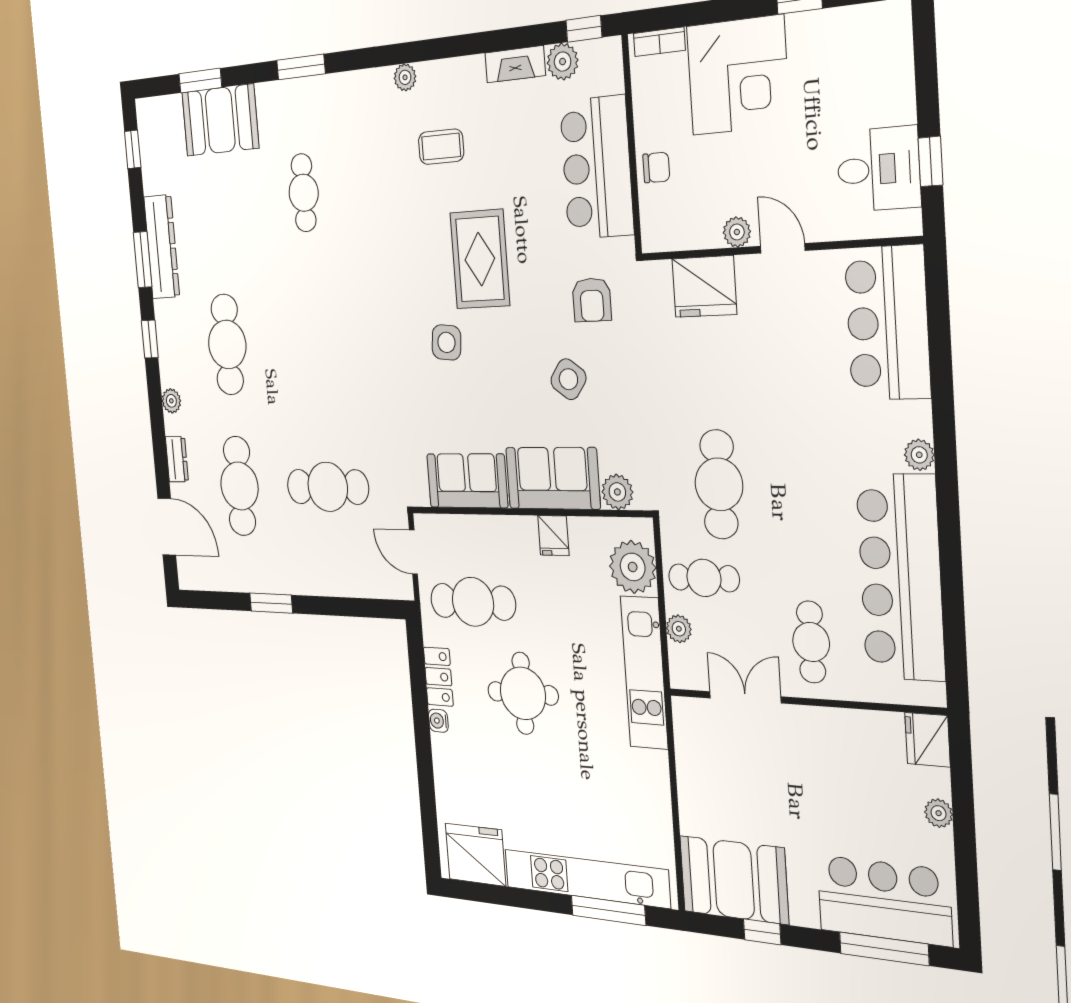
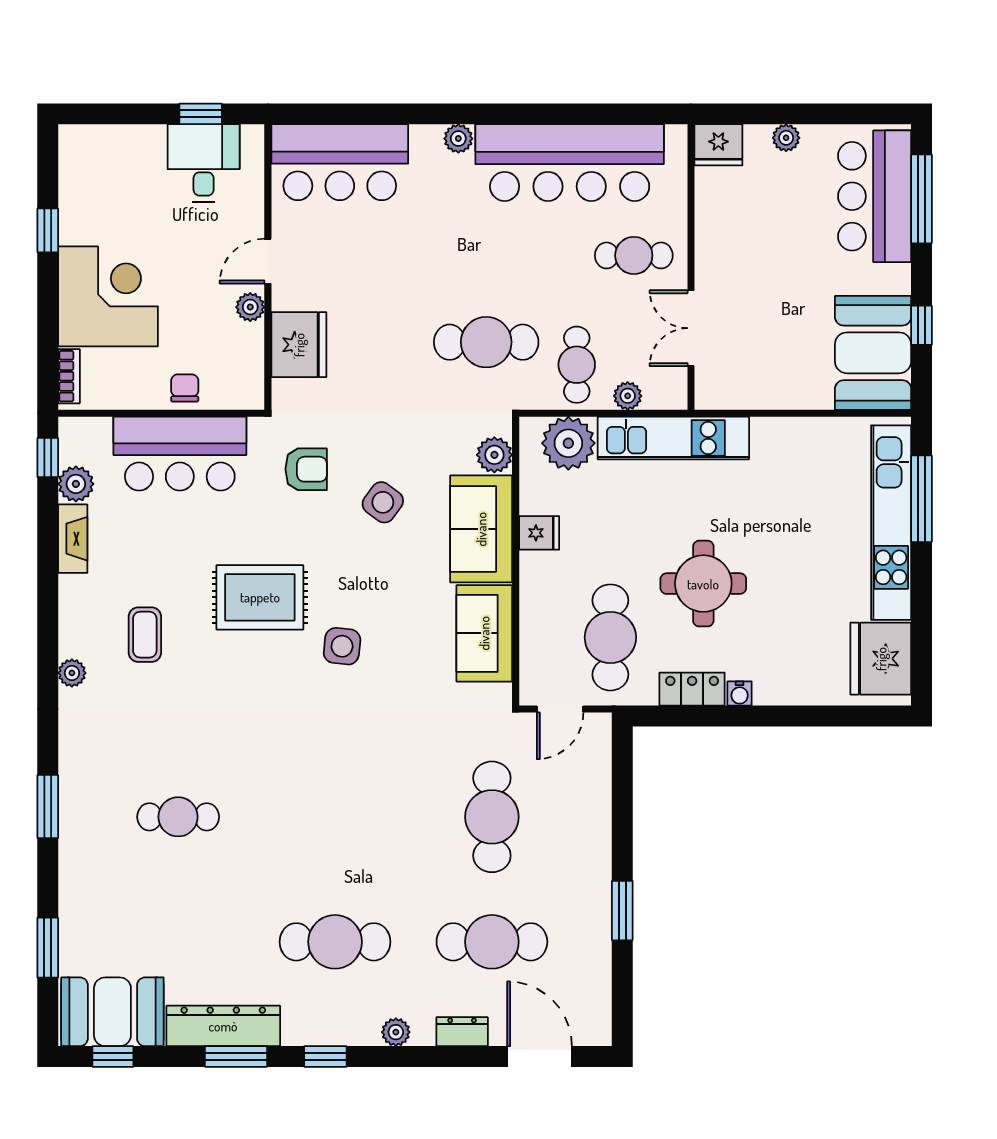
booth: (220, 120) -> (112, 1012), moved, turned 90
door: (167, 527) -> (540, 1057), hinge flipped

